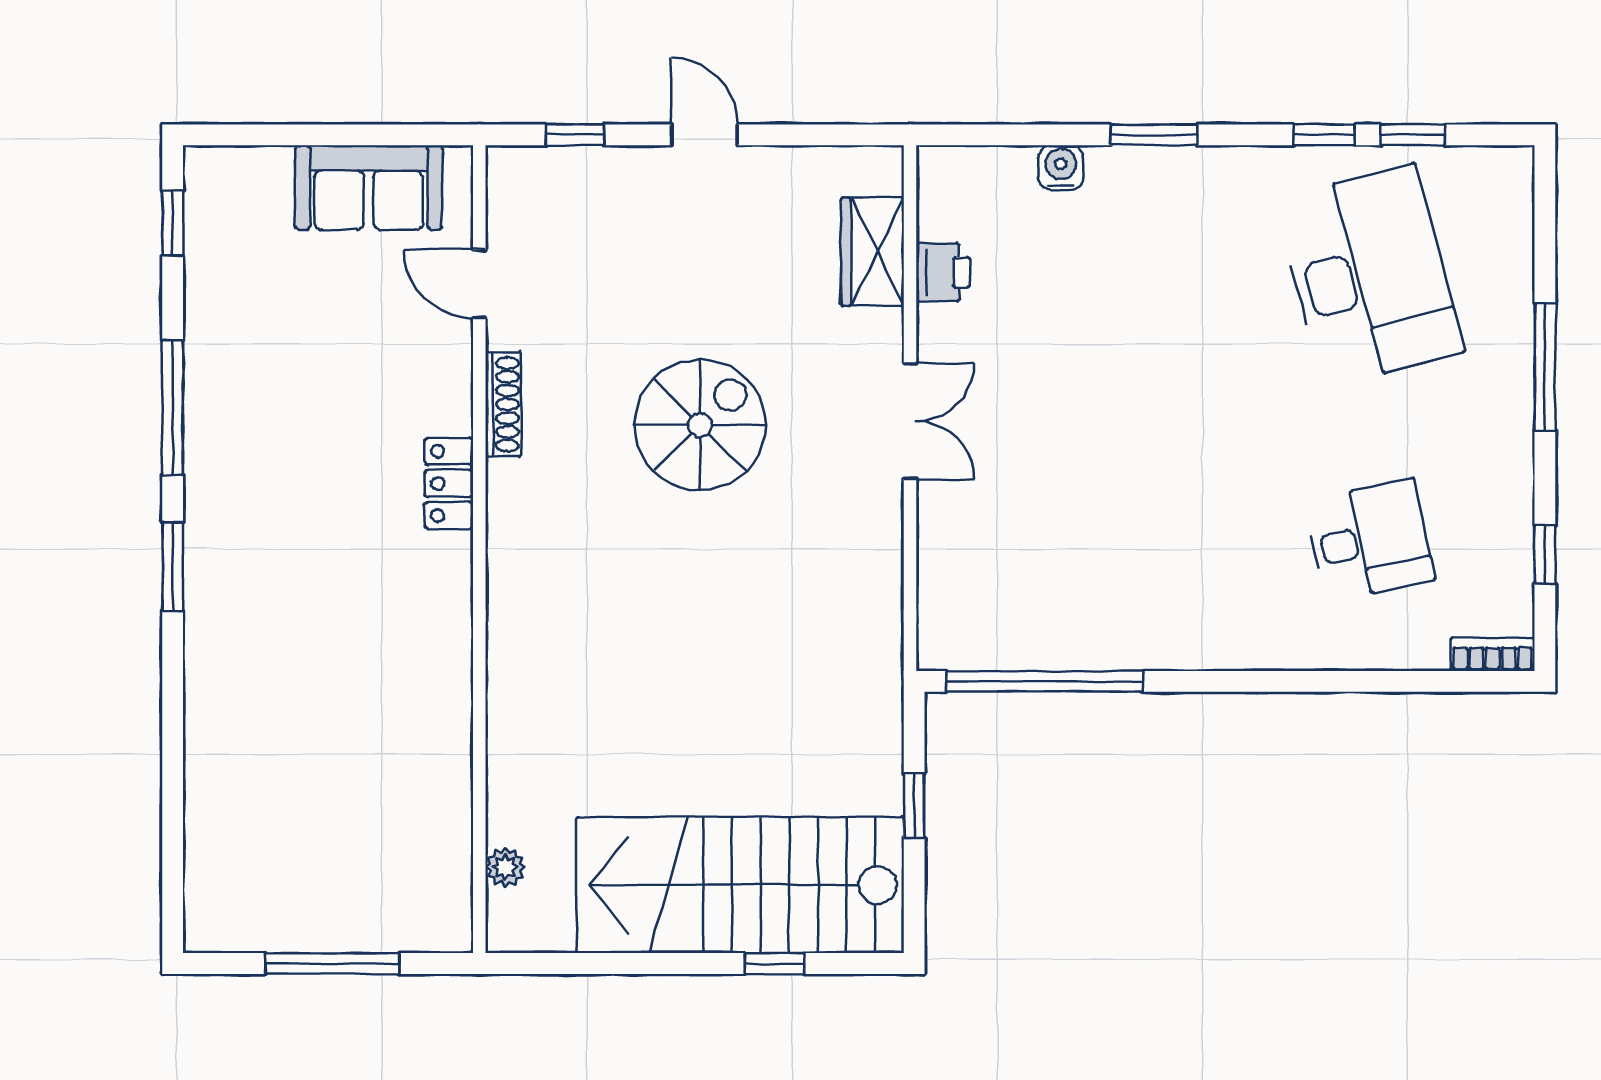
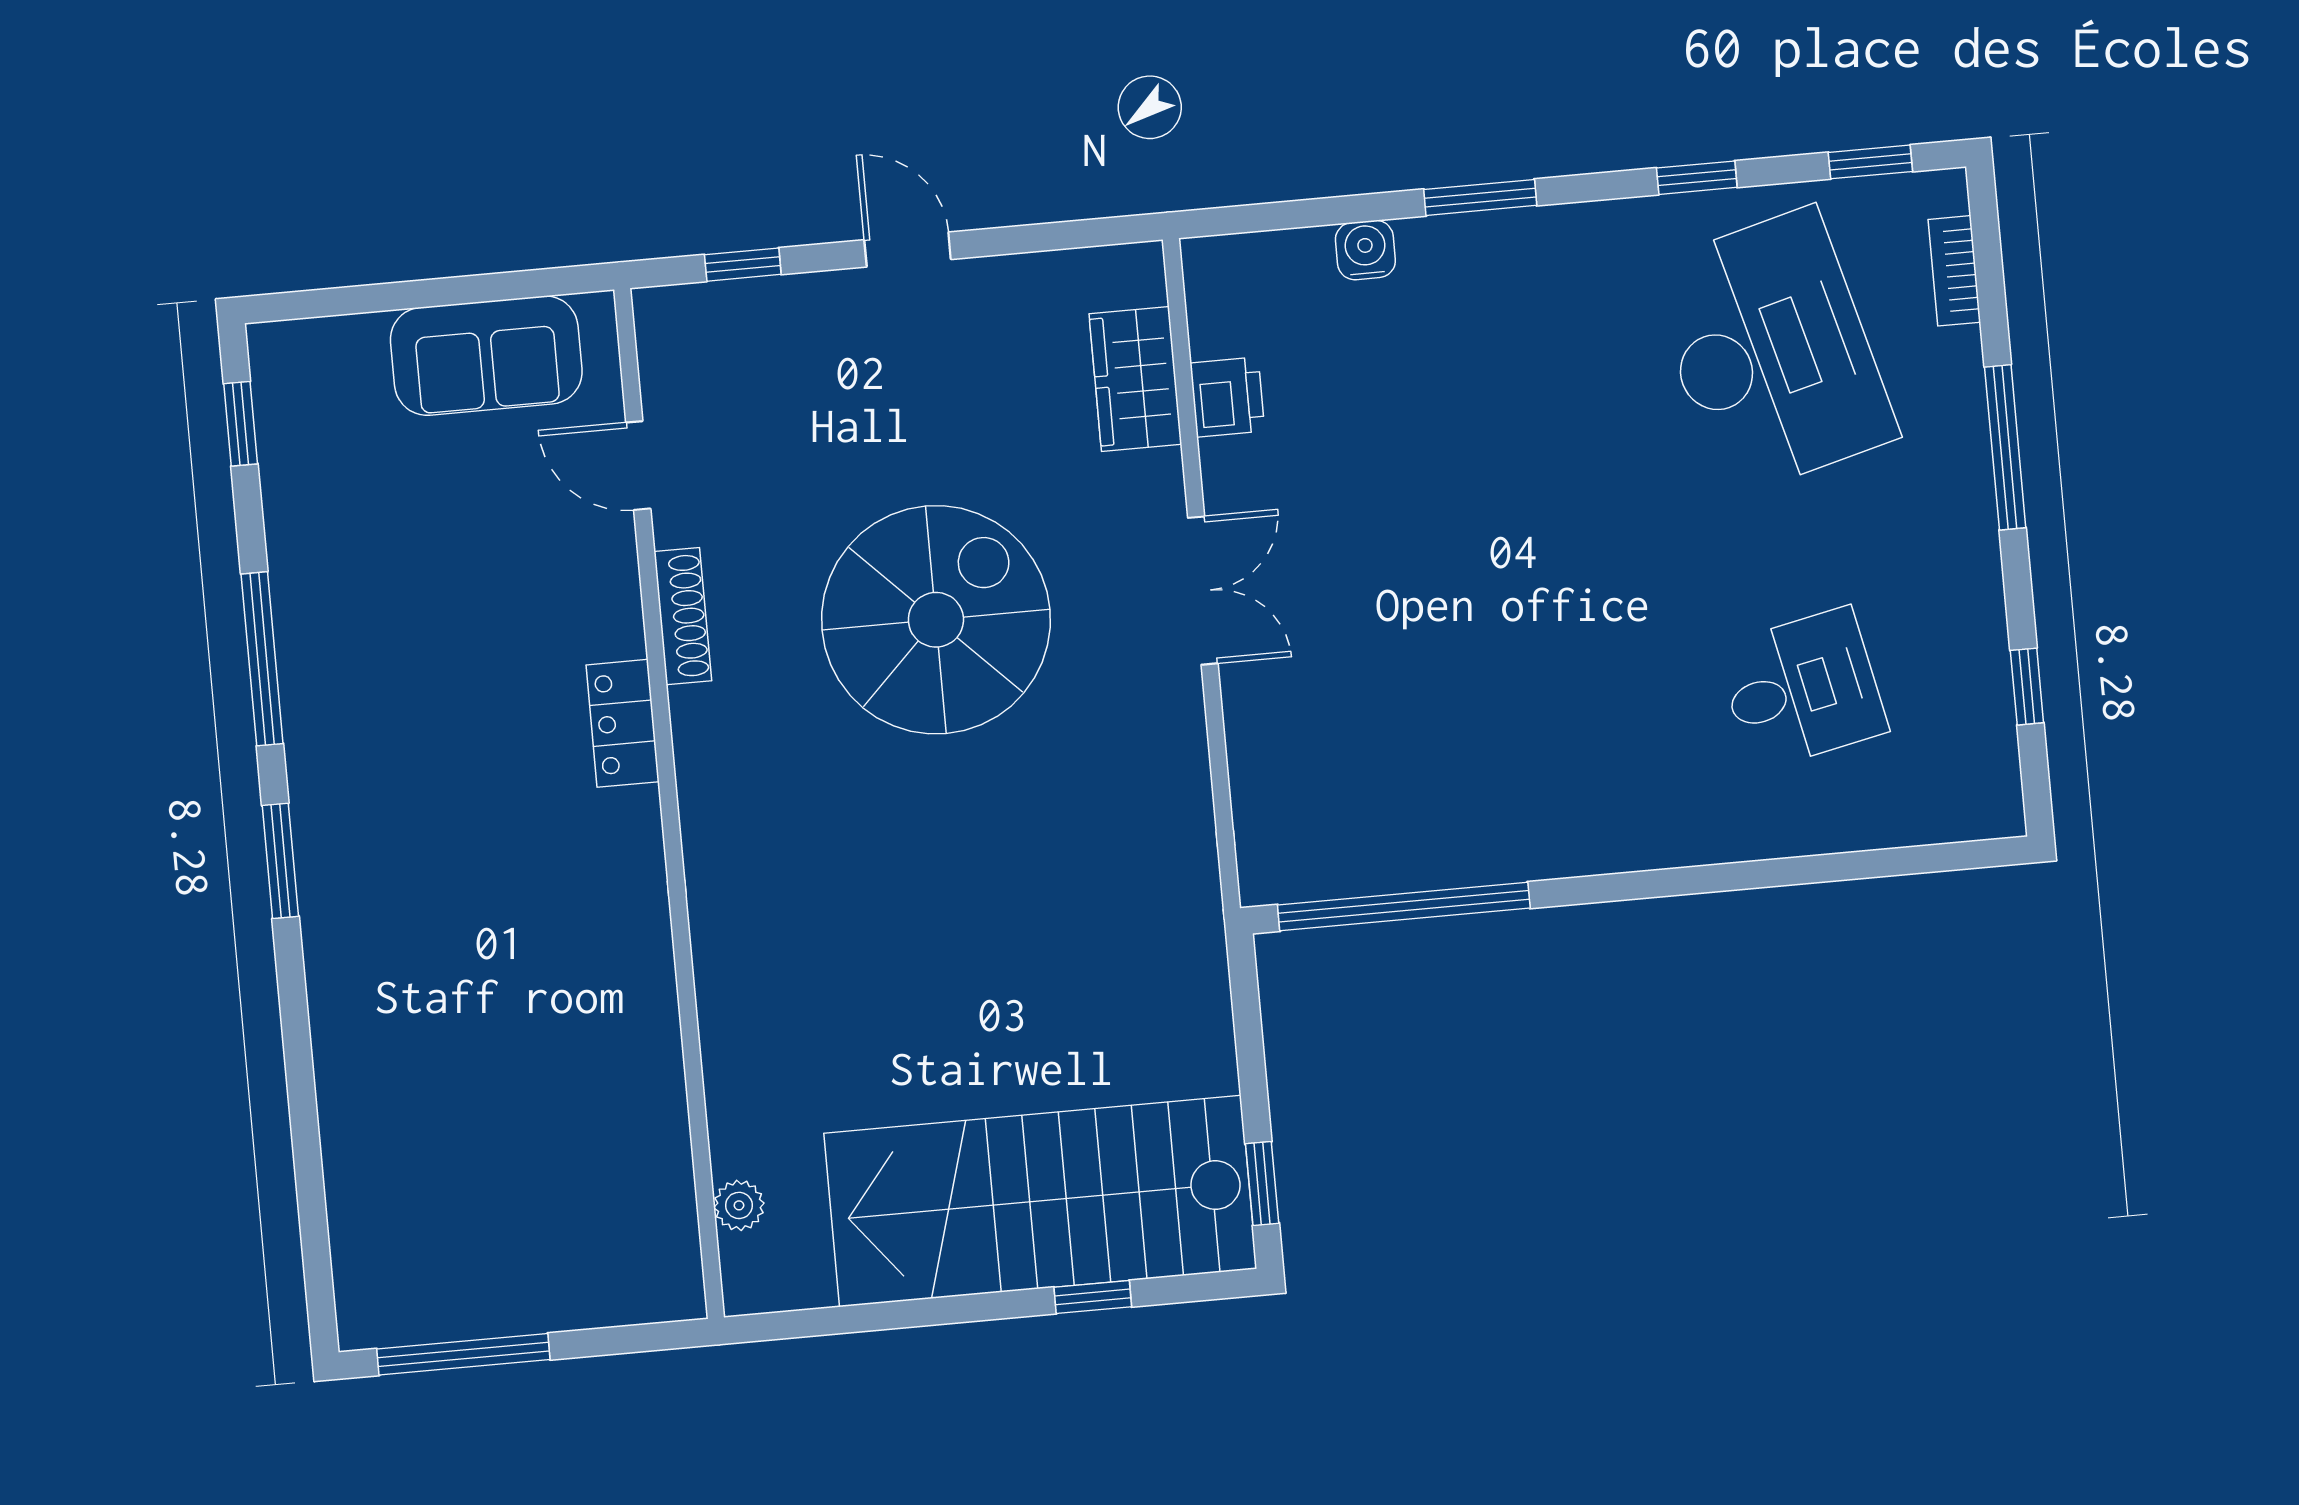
window: (1413, 135) -> (1870, 162), moved
spiral stairs: (700, 425) -> (936, 620), width x1.37, depth x1.37
bookcase: (1493, 654) -> (1954, 271), moved, turned -90
window: (914, 806) -> (1262, 1184), moved
window: (332, 964) -> (463, 1354), moved

